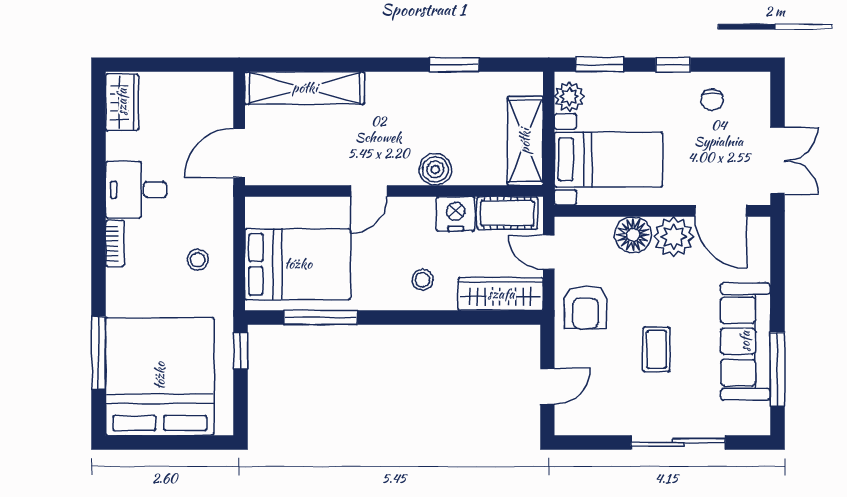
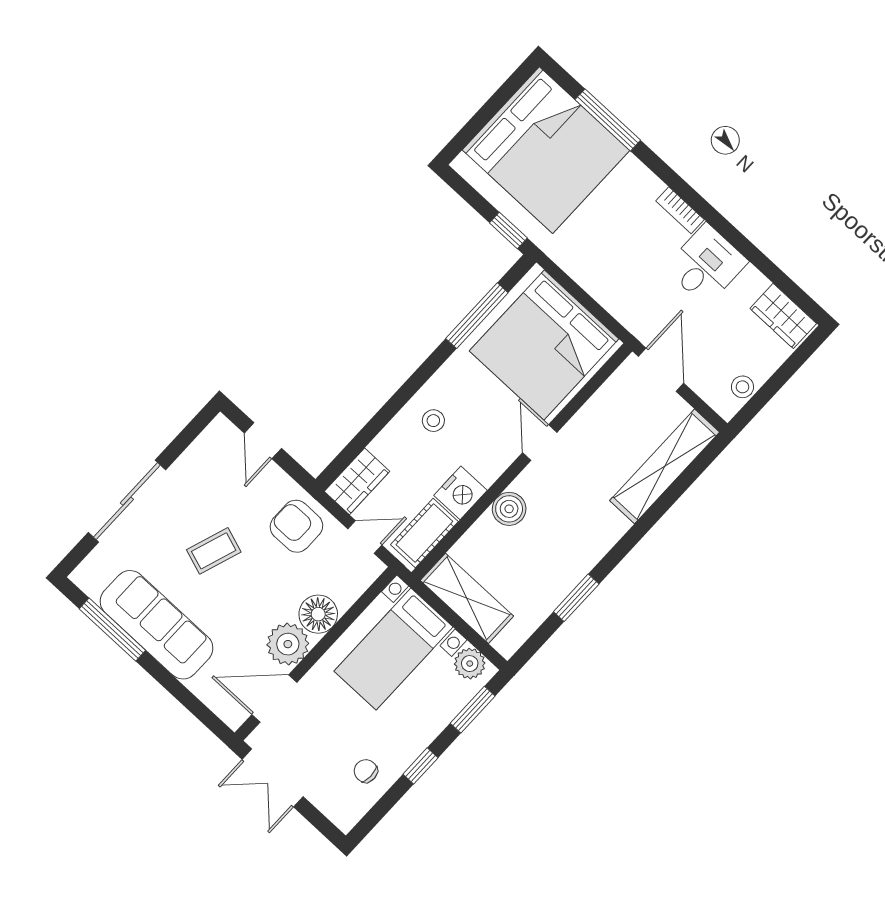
stool: (198, 260) -> (742, 387), moved
bed: (298, 264) -> (544, 345), width x1.36
wardrobe: (501, 294) -> (357, 481), width x0.67
coffee table: (657, 349) -> (214, 551), turned -71

